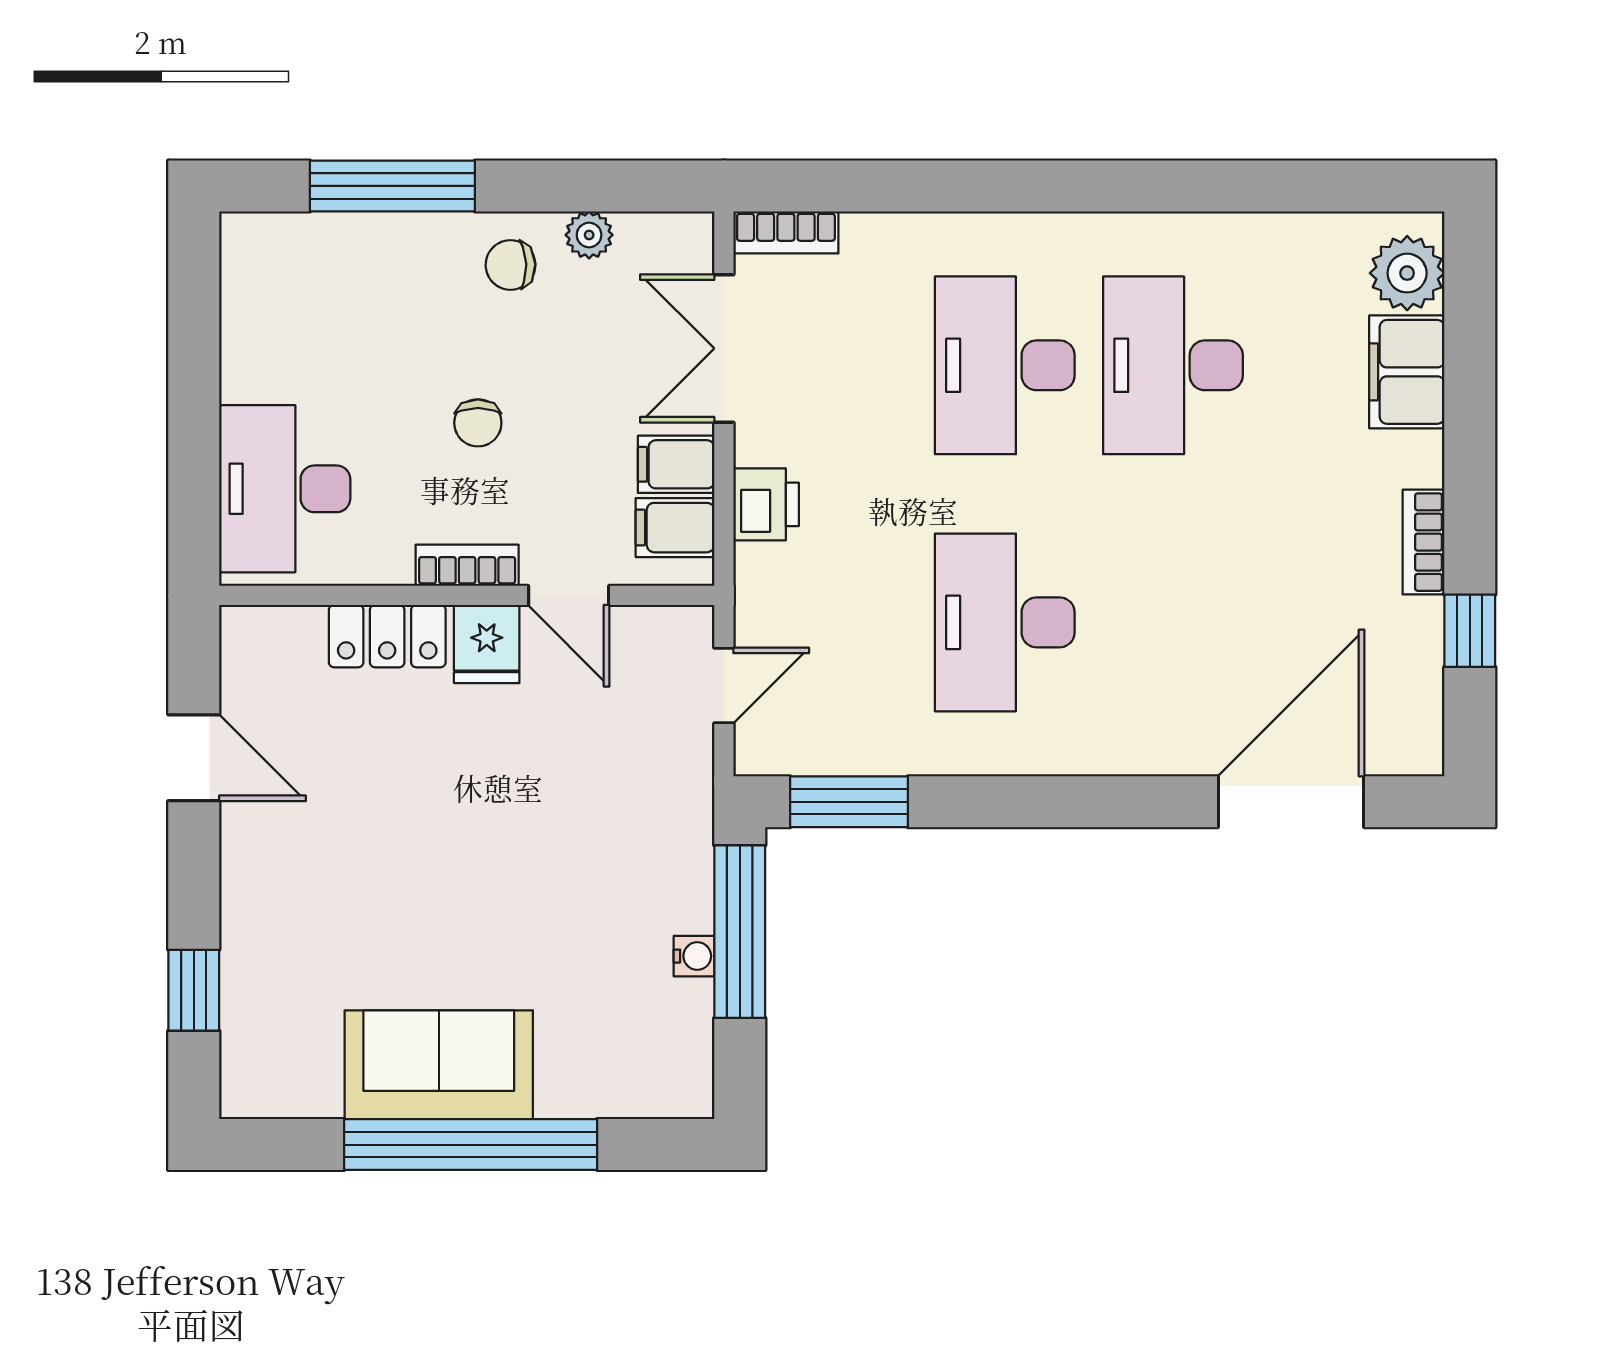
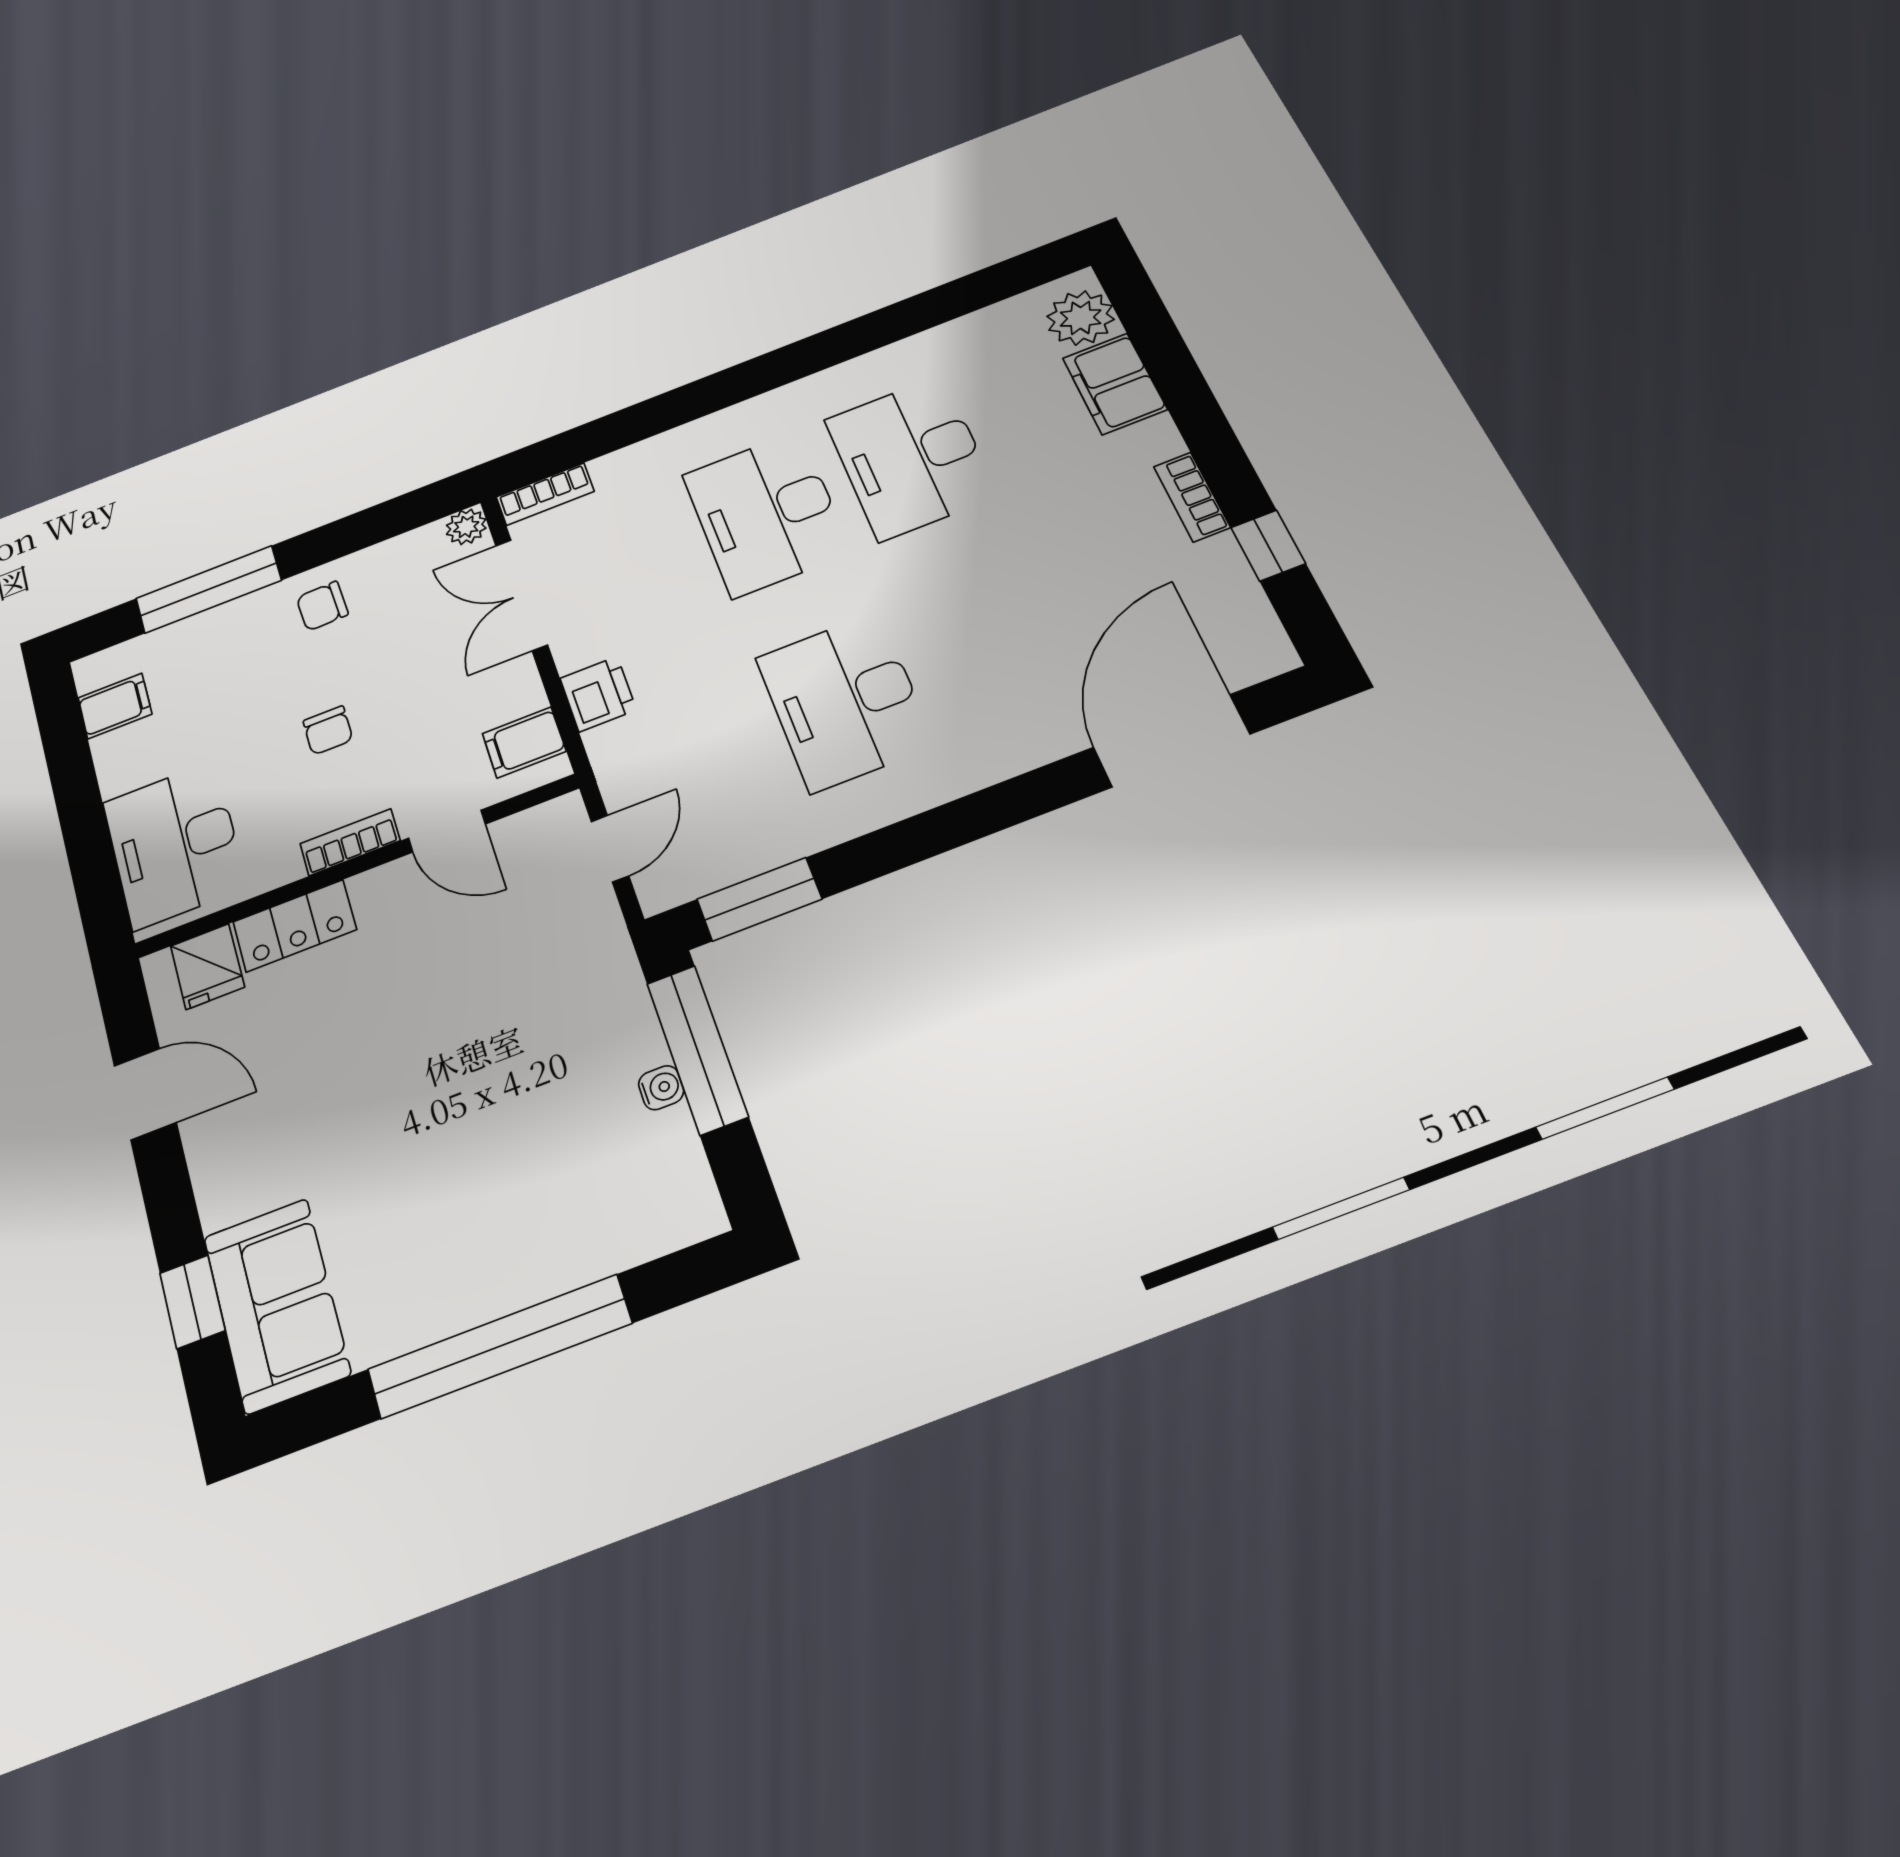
plant: (589, 235) -> (466, 527), moved
filing cabinet: (676, 464) -> (115, 706), moved, turned 180
fridge: (487, 644) -> (207, 966), moved
sofa: (439, 1065) -> (277, 1305), moved, turned 90

